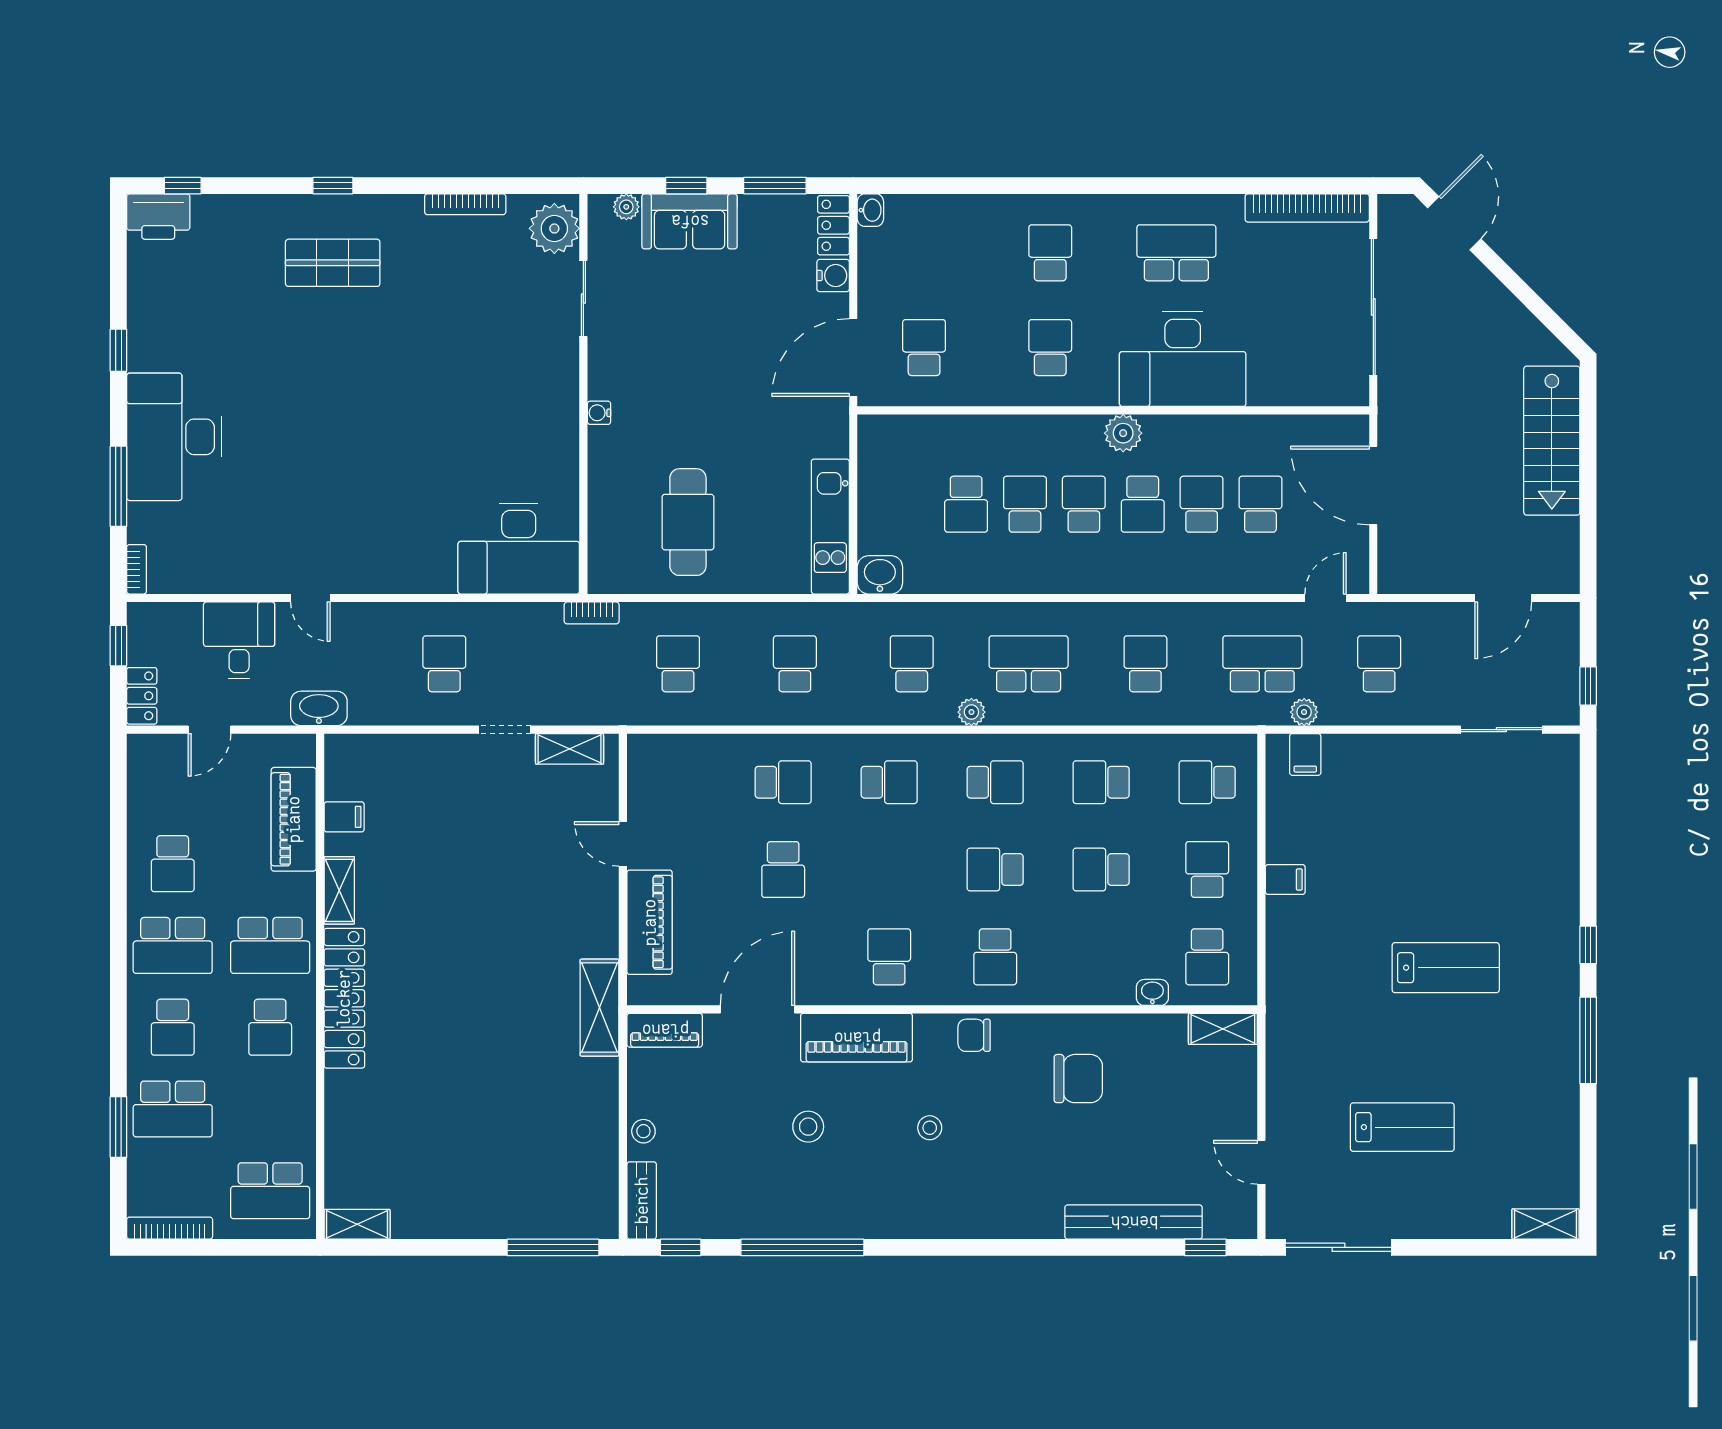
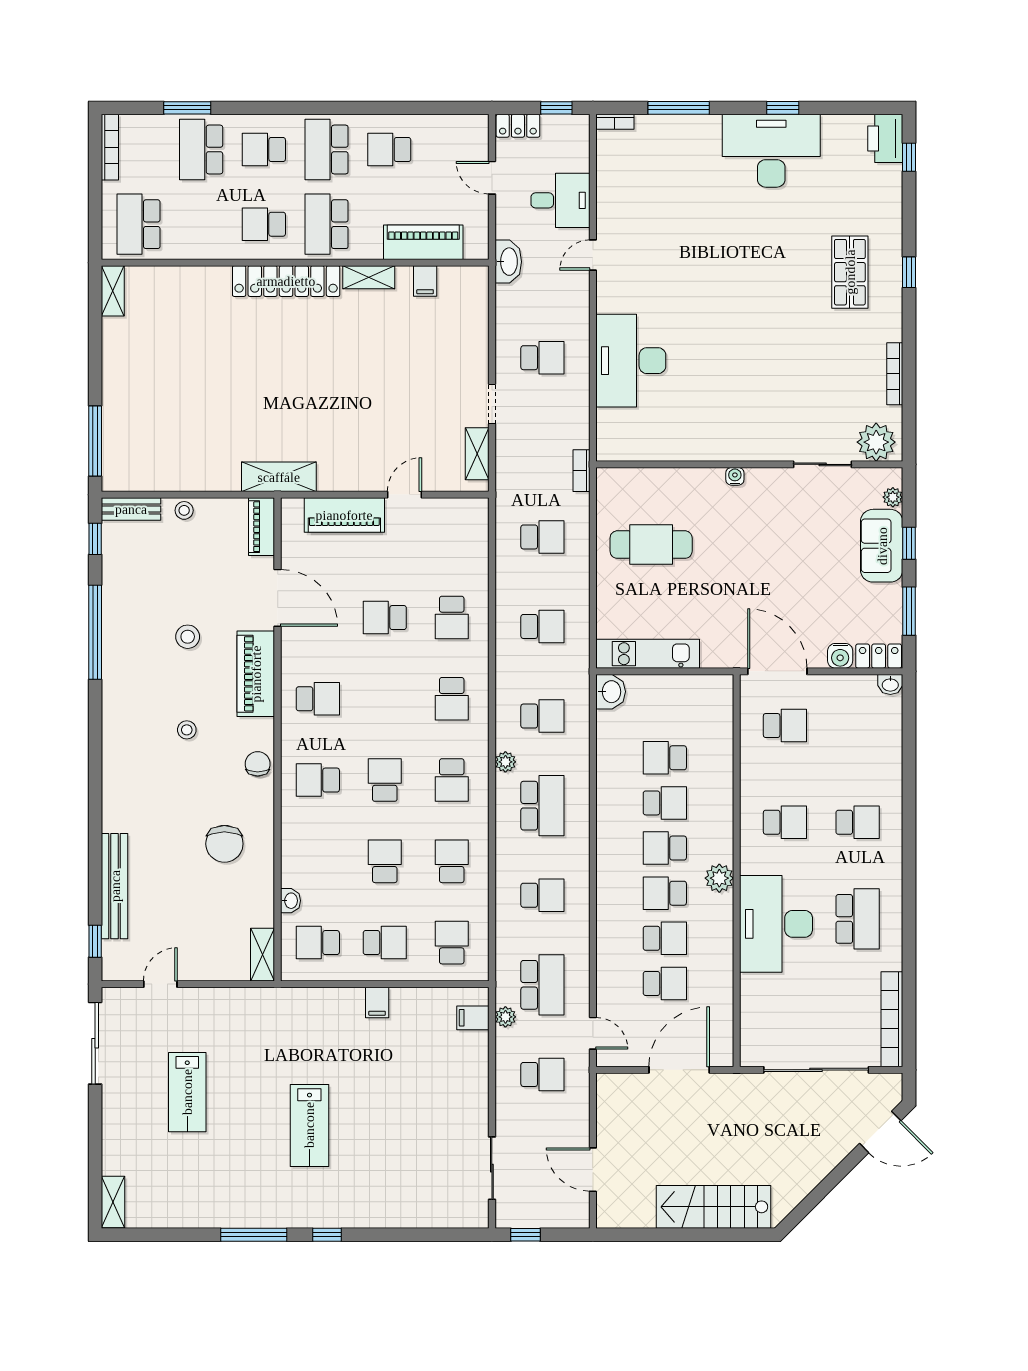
desk: (174, 437) -> (771, 151), moved
school desk: (1084, 504) -> (665, 848), turned 180
desk: (519, 549) -> (631, 361), moved

